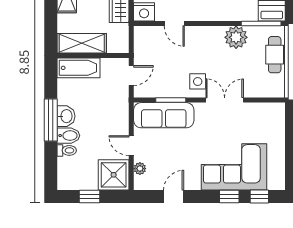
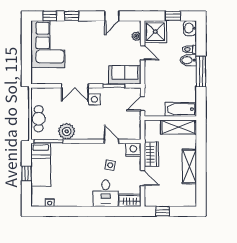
sofa: (164, 115) -> (125, 75), width x0.73
washbasin: (66, 116) -> (190, 28), moved
corner sofa: (234, 167) -> (48, 44), moved, turned -90

